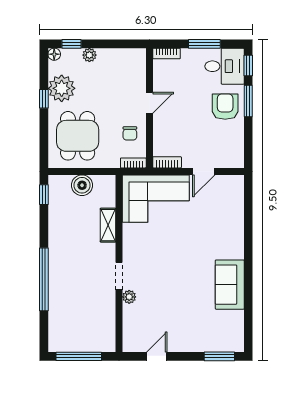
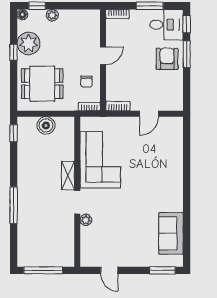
dining table: (78, 136) -> (42, 84), turned 90
corner sofa: (156, 199) -> (100, 160), moved, turned -90
shelving: (108, 225) -> (68, 176), moved
window: (44, 279) -> (14, 205), width x0.68
sofa: (230, 285) -> (171, 233), moved
door: (157, 356) -> (109, 270), swing flipped

